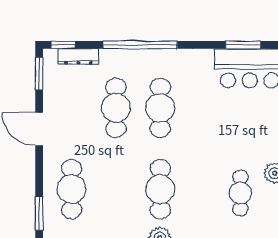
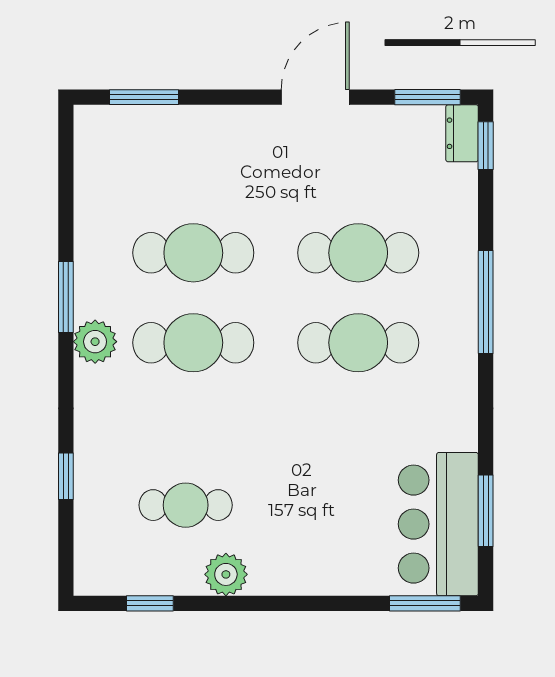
window: (140, 45) -> (486, 302), width x0.68
dresser: (78, 57) -> (462, 133), moved, width x0.70
cafe table: (71, 189) -> (193, 253), moved

